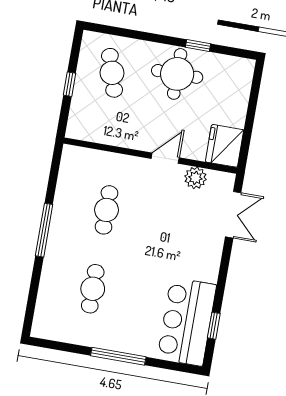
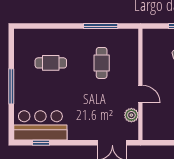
fridge: (225, 146) -> (155, 130), removed
cafe table: (106, 210) -> (102, 63), turned 90
window: (44, 230) -> (101, 26), moved

